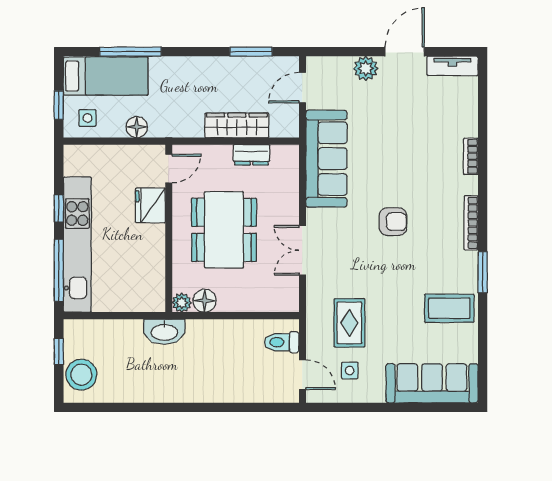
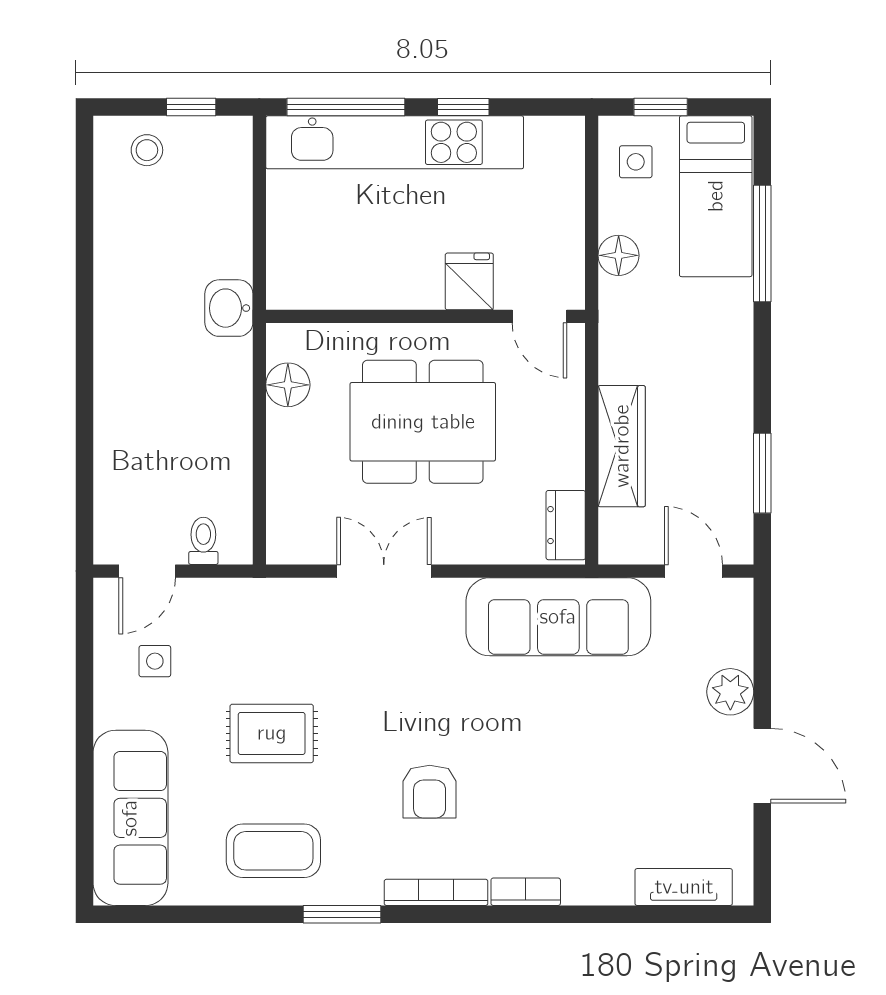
tv unit: (453, 66) -> (684, 887), moved, turned 90
dresser: (251, 155) -> (566, 525), moved
bookcase: (471, 156) -> (526, 892), moved
fridge: (150, 205) -> (469, 281), width x0.72
armchair: (393, 222) -> (430, 792), moved
plant: (182, 303) -> (284, 341), removed
coffee table: (449, 308) -> (273, 851), turned 90
rug: (349, 323) -> (272, 733), moved
washbasin: (164, 332) -> (229, 308), width x0.72
toilet: (282, 342) -> (203, 541), width x0.73, depth x0.72
stool: (81, 375) -> (147, 150), width x0.53, depth x0.53

